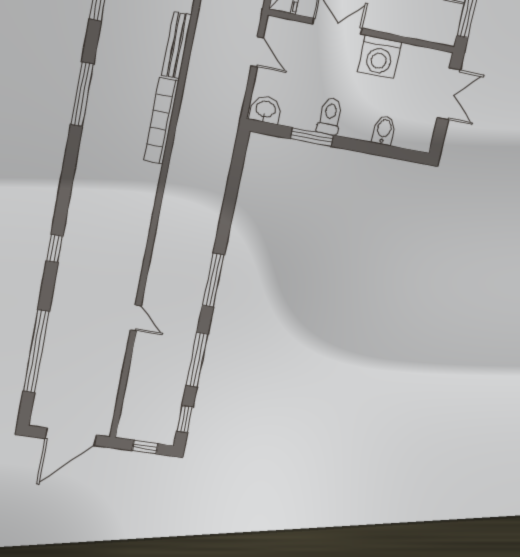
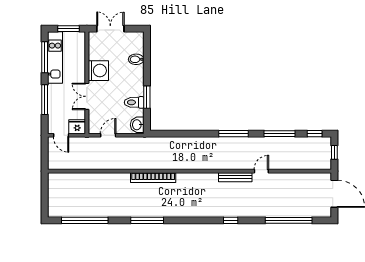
bench: (177, 45) -> (235, 177), moved
toilet: (330, 116) -> (134, 102), moved

